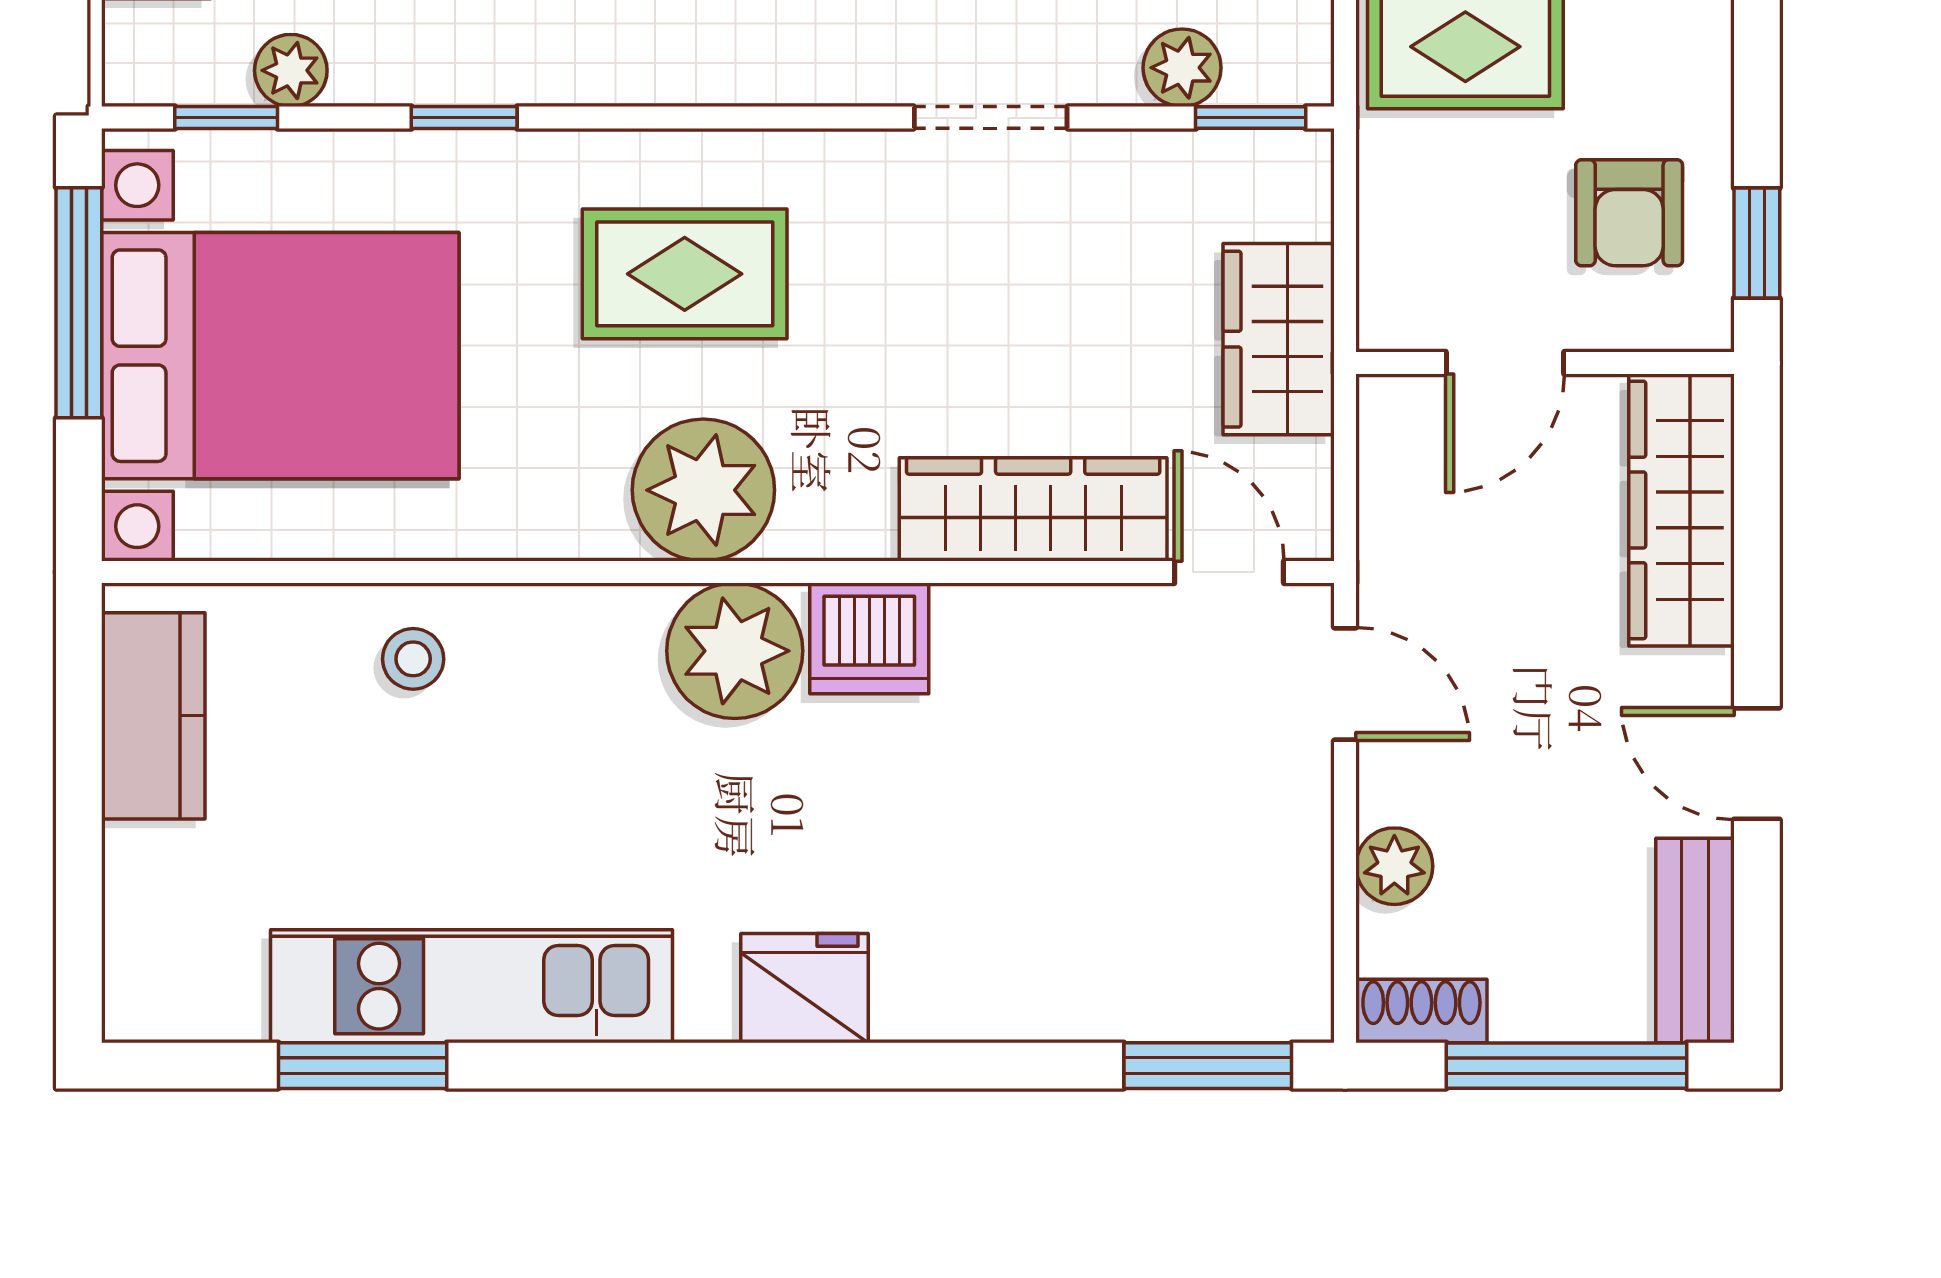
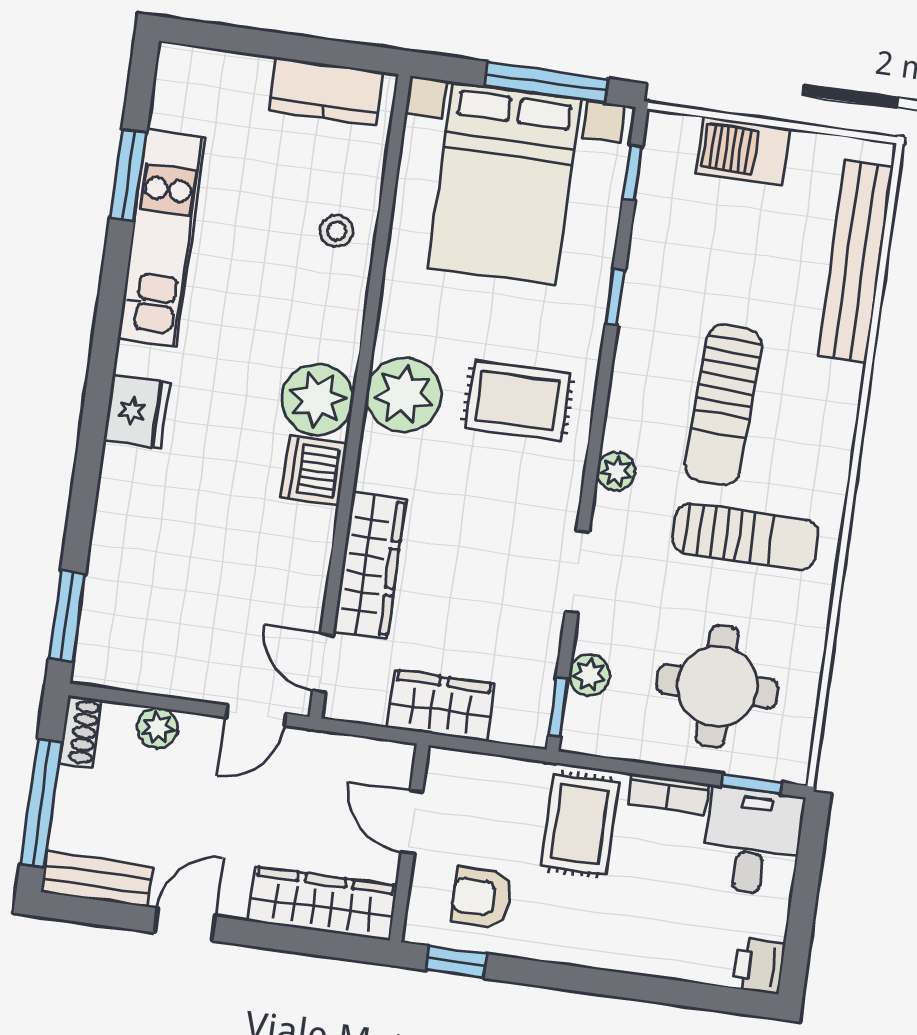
plant: (291, 70) -> (616, 471), moved
rug: (685, 274) -> (518, 401), turned 90
door: (1229, 572) -> (323, 663), swing flipped

